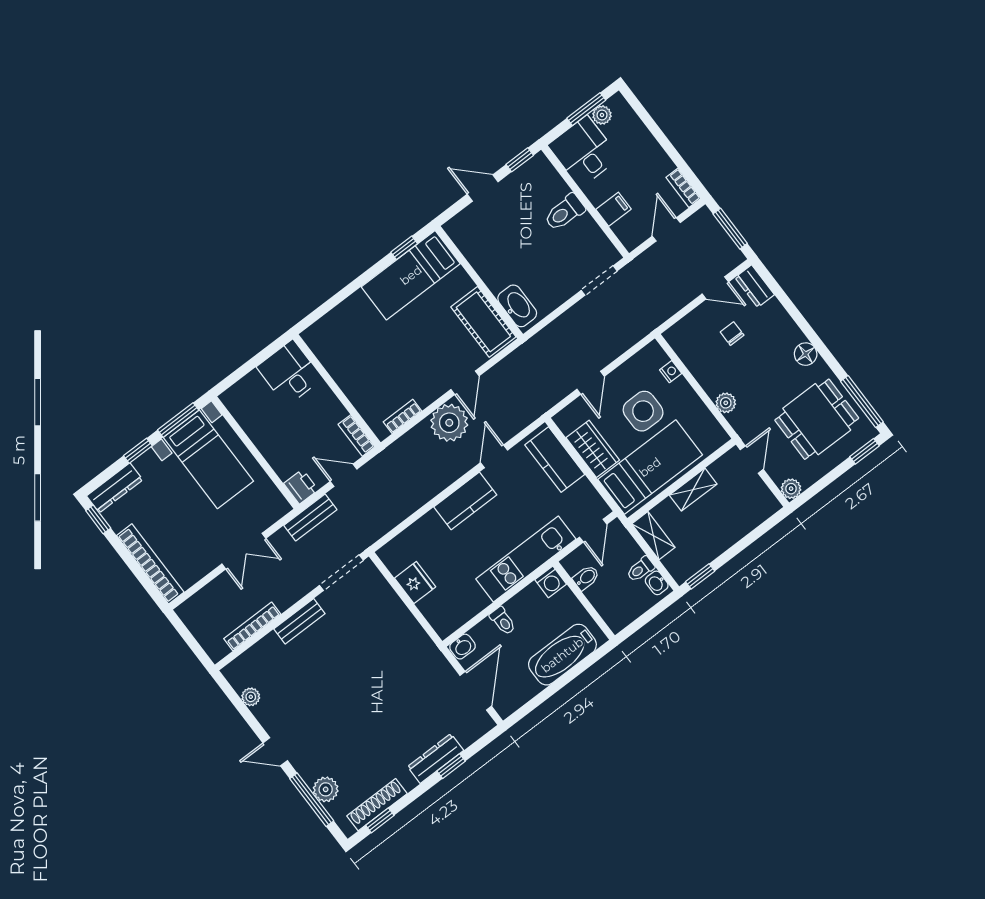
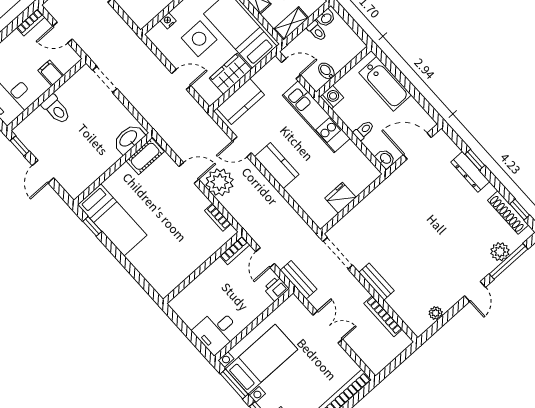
cot: (483, 322) -> (145, 156), width x0.73, depth x0.75
desk: (290, 373) -> (217, 331), moved

